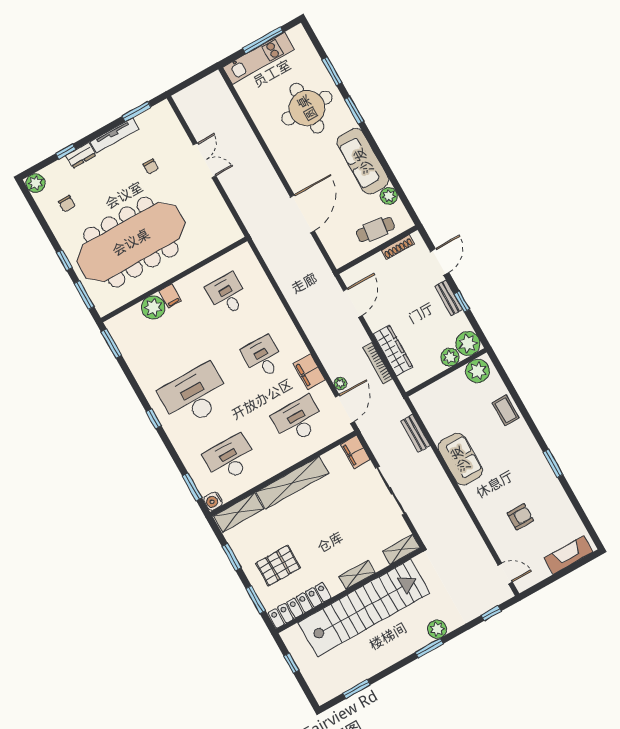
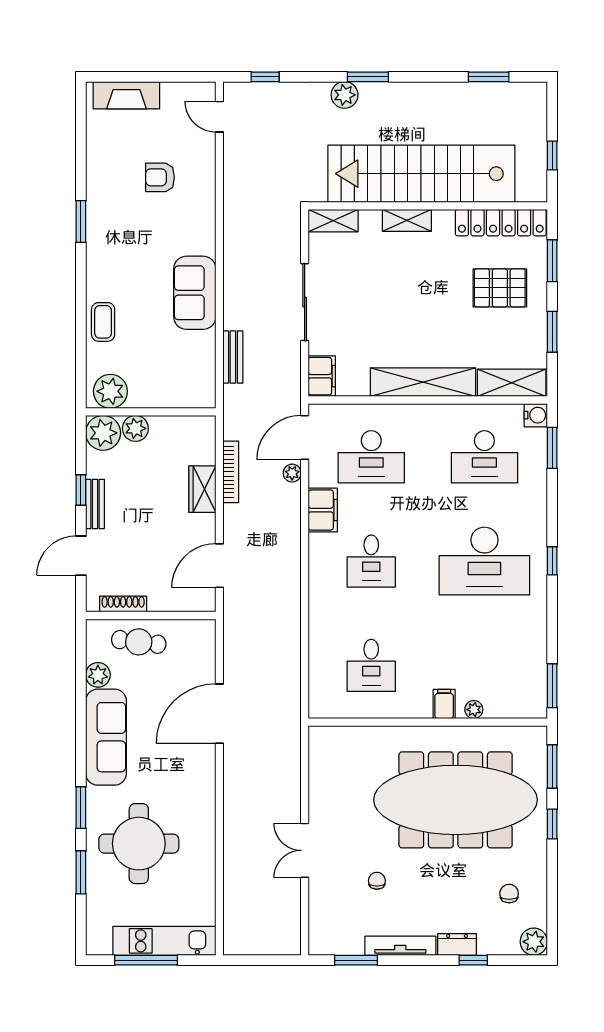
plant: (153, 307) -> (474, 710), width x0.53, depth x0.53
wardrobe: (393, 350) -> (202, 489), width x0.67

